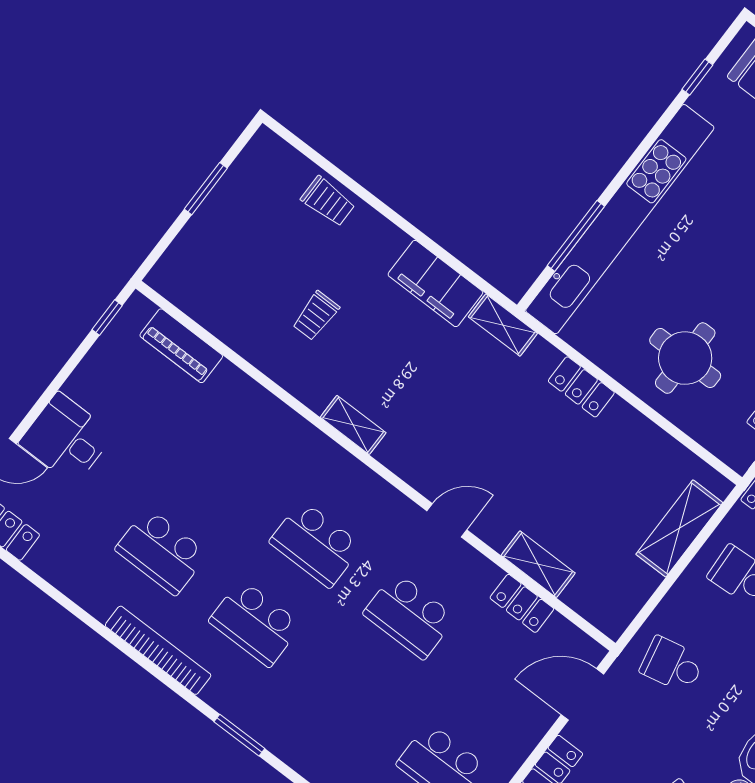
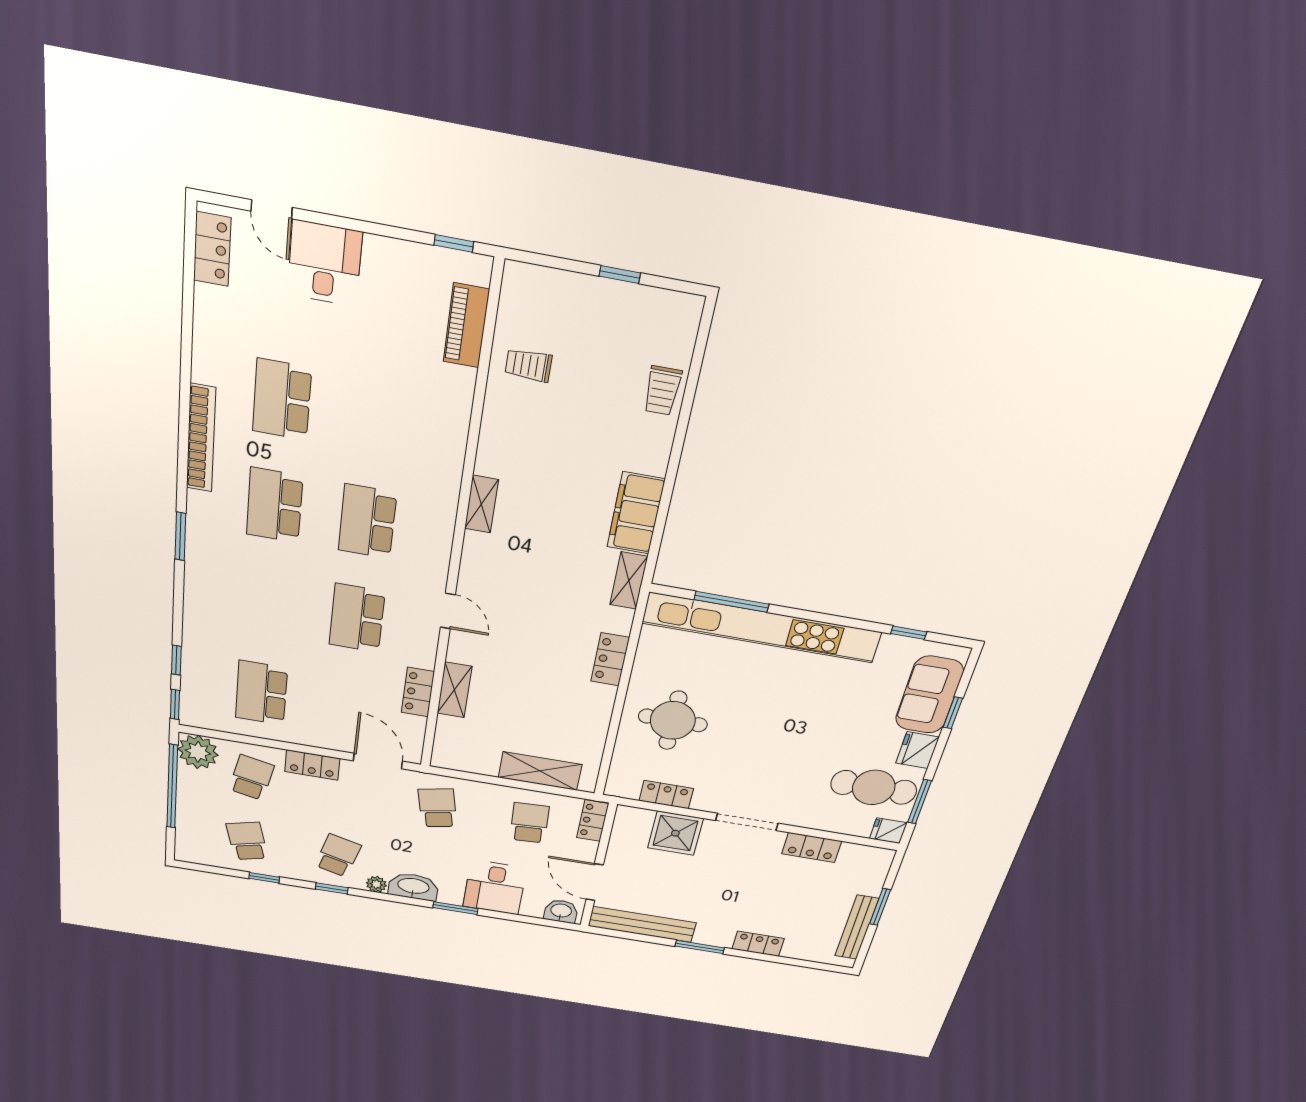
window: (206, 189) -> (620, 275), width x0.67
trolley: (316, 316) -> (529, 365), moved

